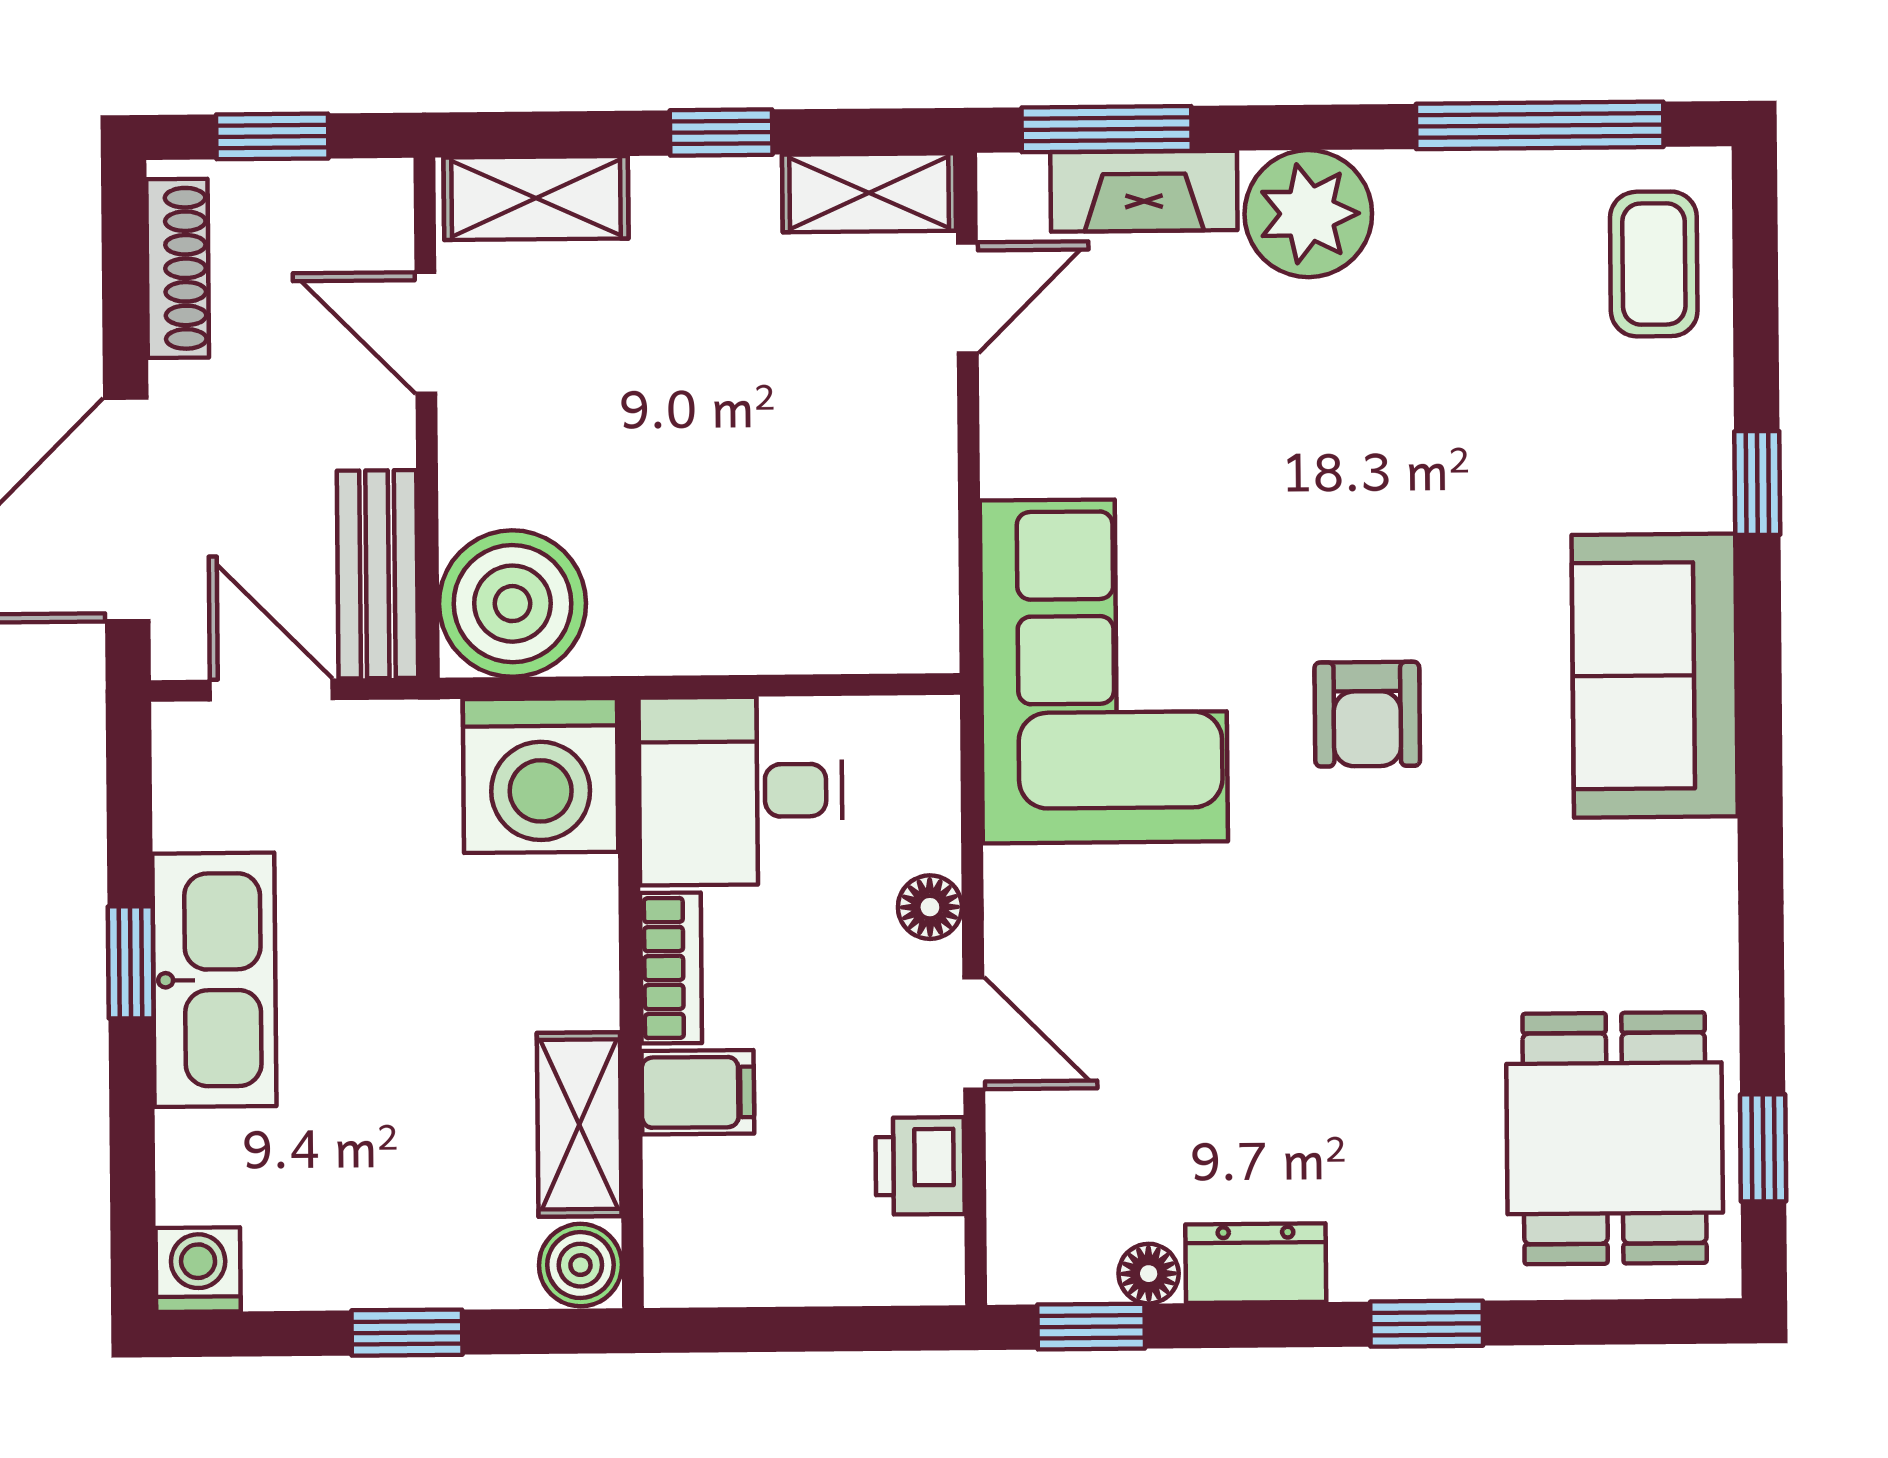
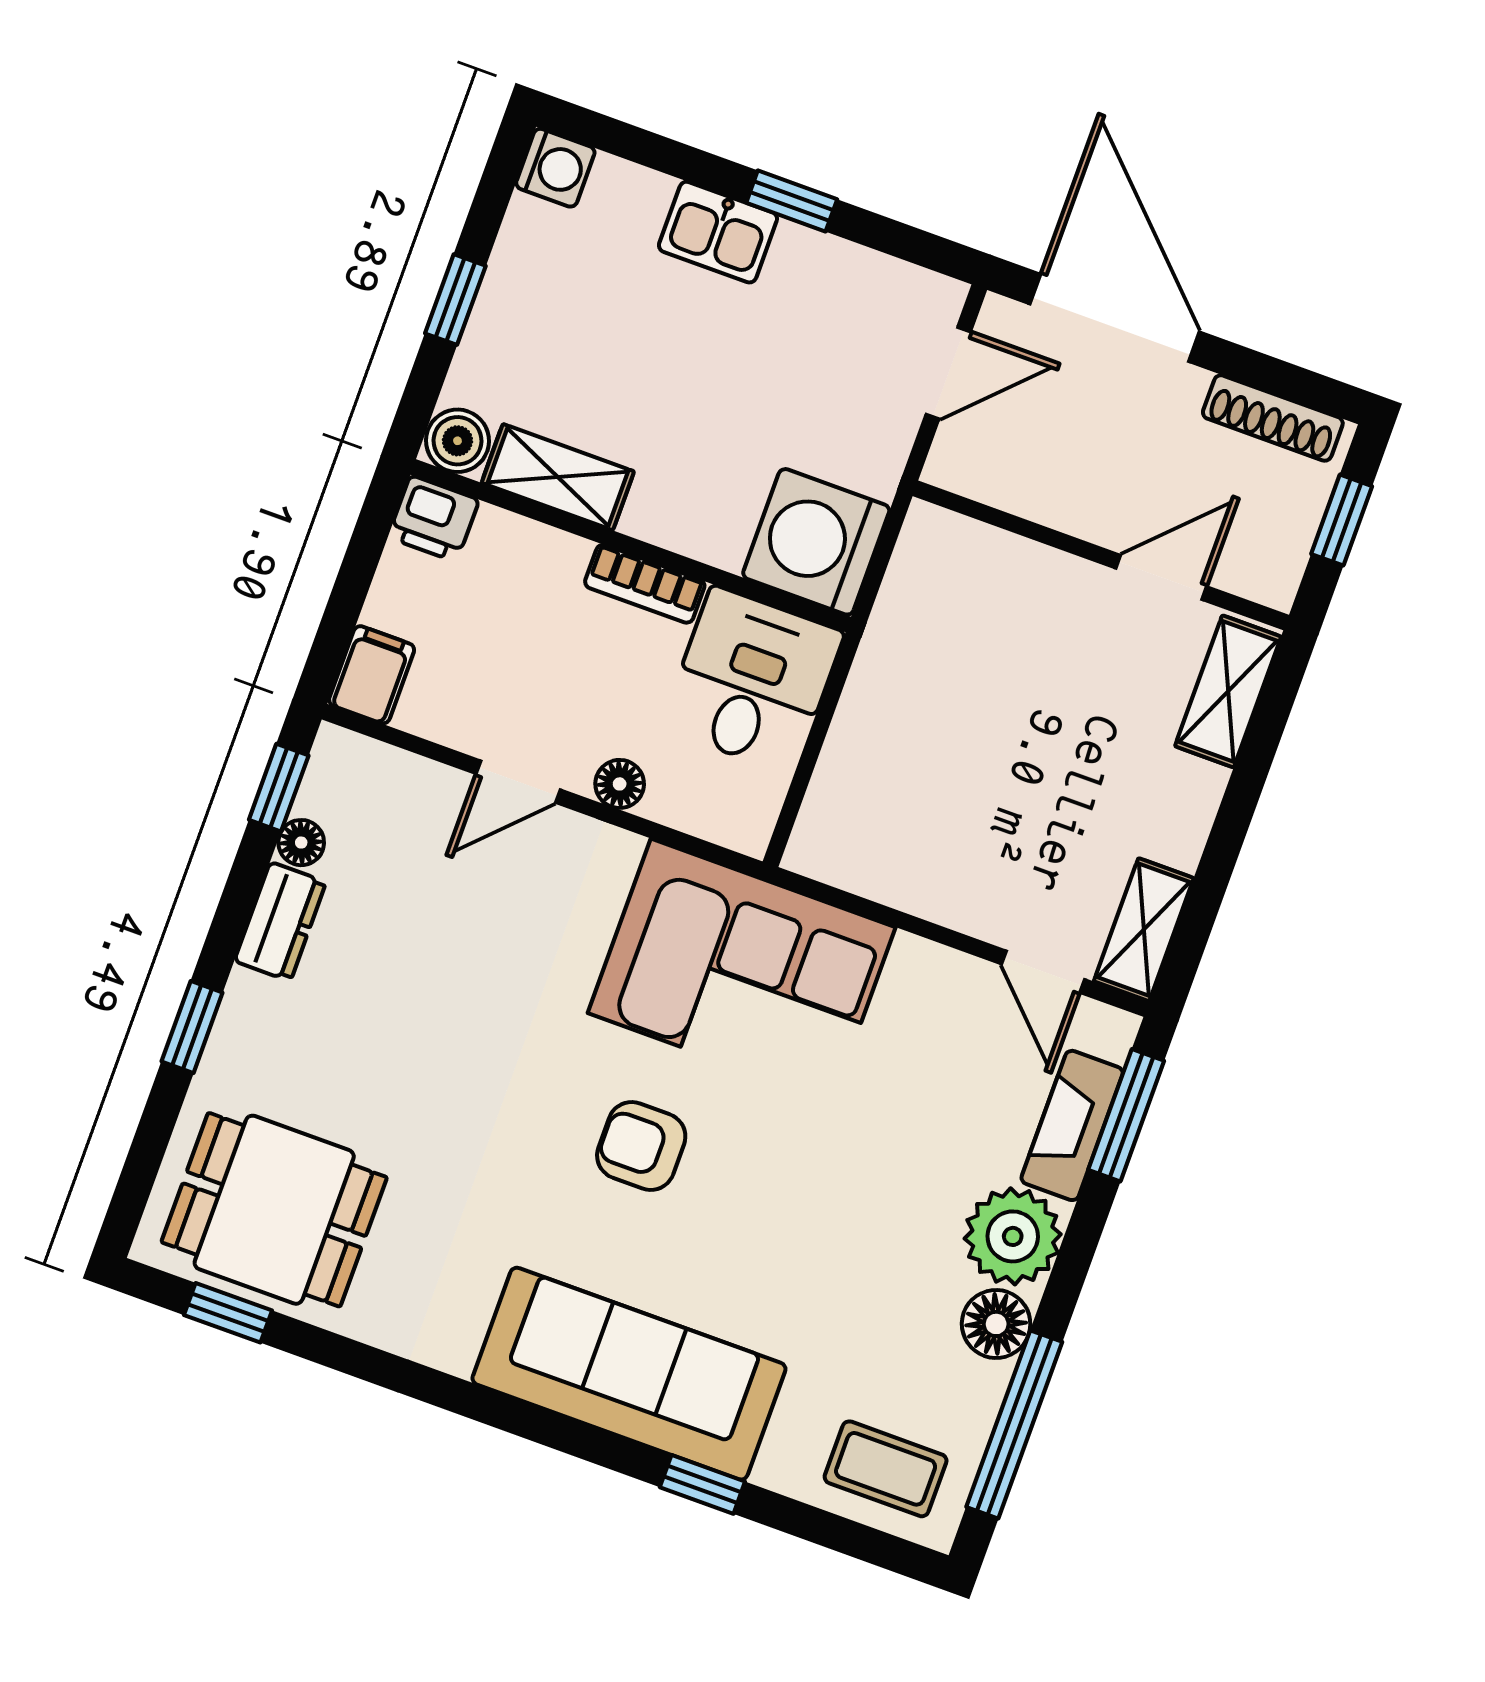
window: (721, 132) -> (1226, 840), removed
floor lamp: (1424, 194) -> (996, 1324), added
bench: (377, 574) -> (1003, 479), removed
boiler: (512, 604) -> (946, 567), removed
sofa: (1655, 676) -> (629, 1374), width x1.36
kitchen sink: (214, 980) -> (718, 232), width x0.53, depth x0.81
filing cabinet: (698, 1092) -> (372, 675), moved, turned 180
printer: (920, 1166) -> (433, 519), moved, turned 180

